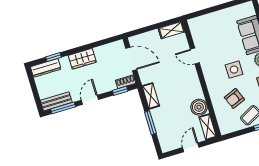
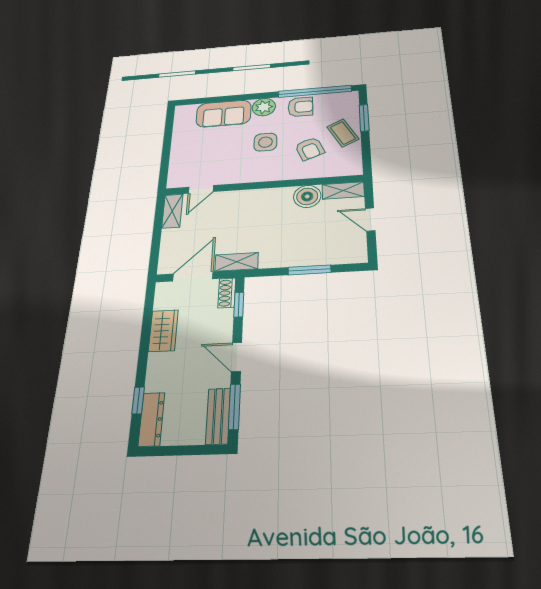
door: (195, 56) -> (201, 189), moved
wardrobe: (82, 59) -> (163, 331), moved
shelving: (151, 96) -> (236, 262), moved

